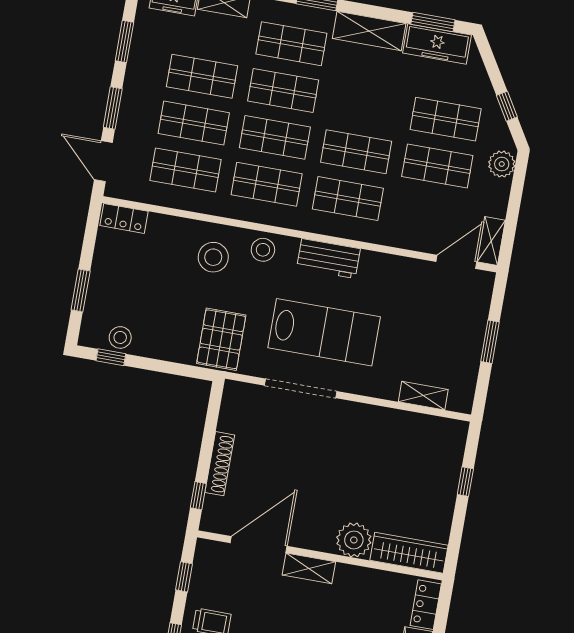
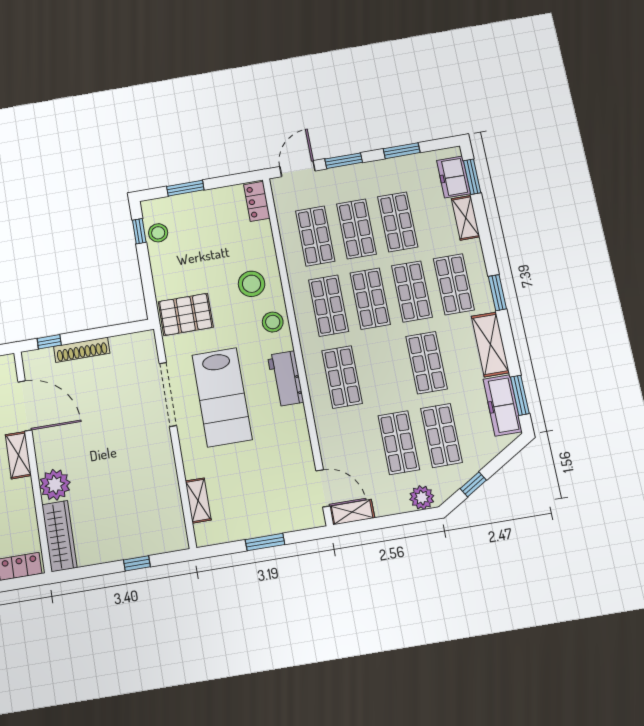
shop shelf: (356, 152) -> (427, 363), moved

